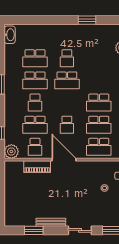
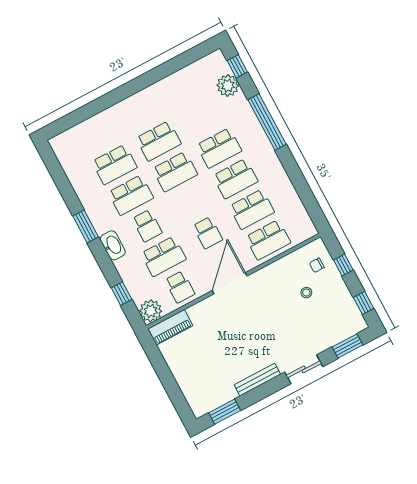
window: (87, 20) -> (158, 74), removed
washbasin: (10, 35) -> (113, 245), moved
school desk: (67, 58) -> (159, 141), width x1.85
school desk: (99, 80) -> (219, 148), added
door: (64, 160) -> (230, 283), hinge flipped
piano: (37, 167) -> (170, 327), moved
window: (34, 230) -> (225, 412), moved

